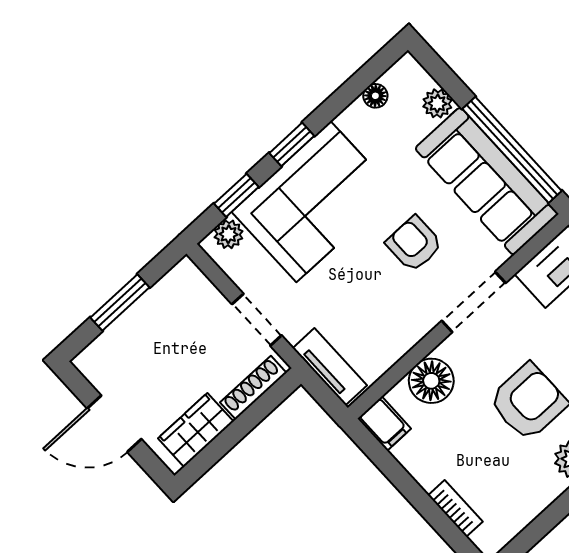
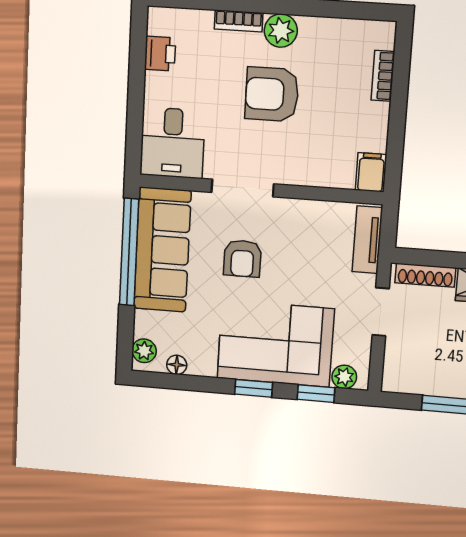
plant: (437, 103) -> (144, 351), moved
floor lamp: (431, 381) -> (316, 168), removed

